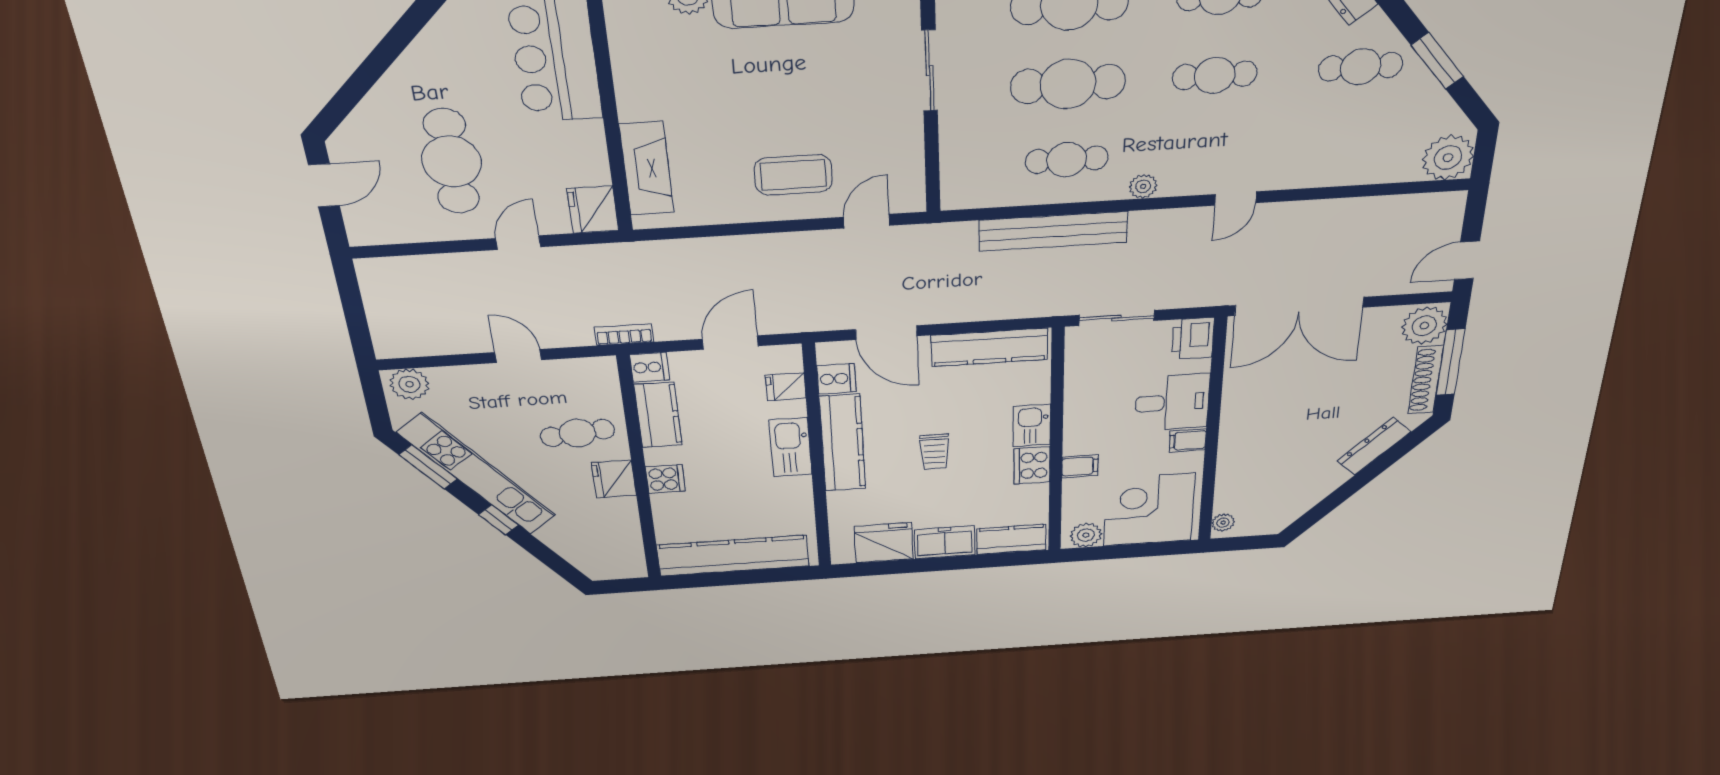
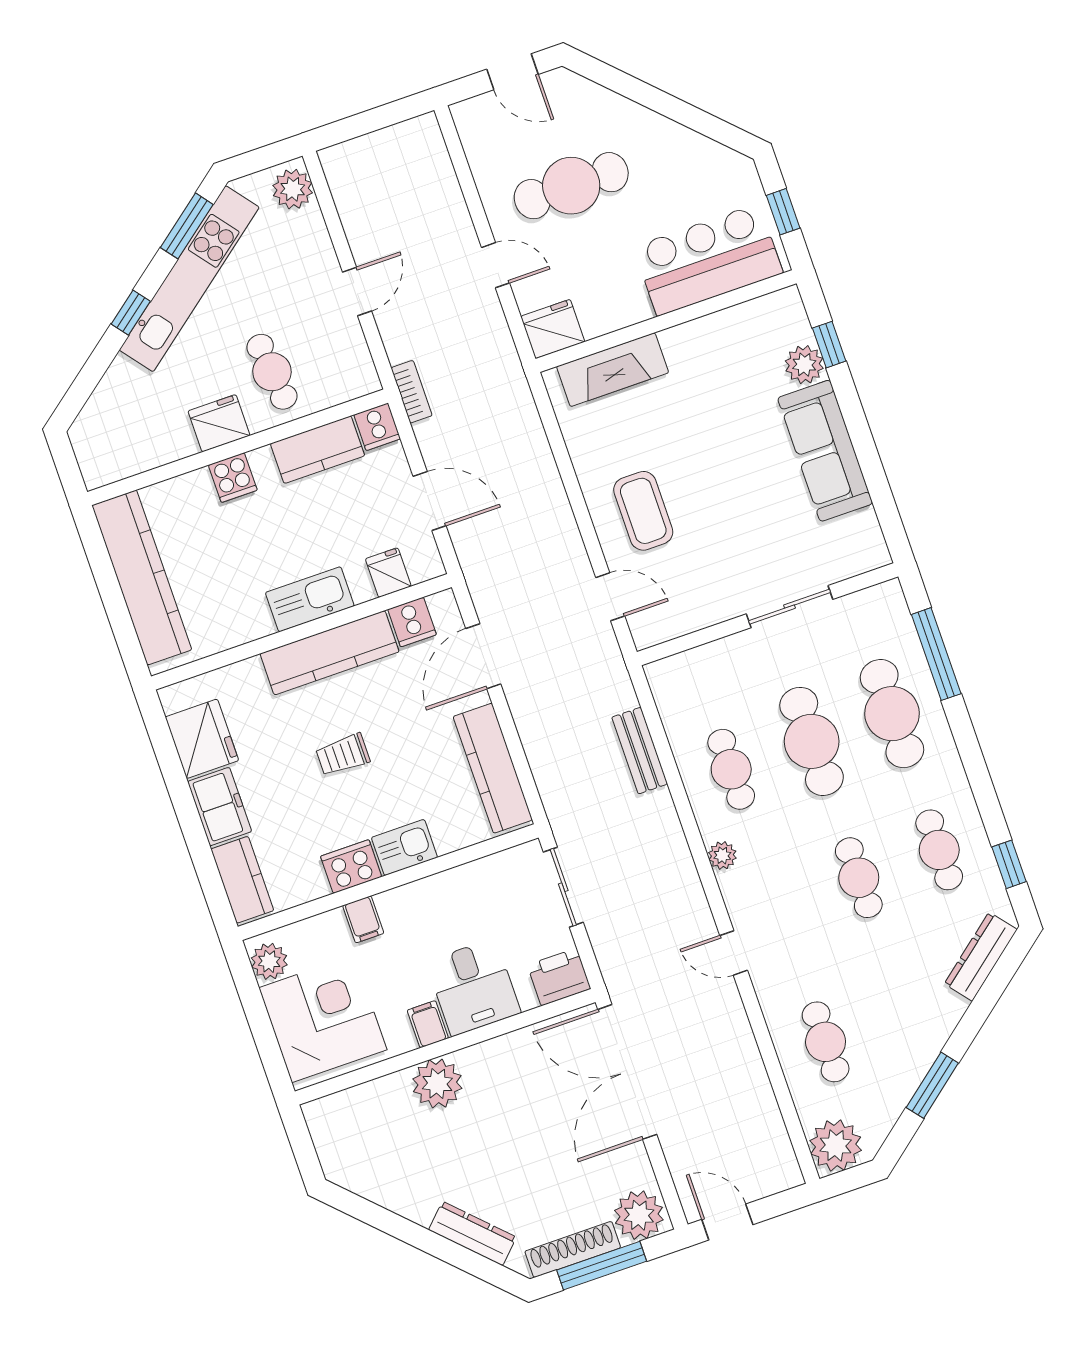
cafe table: (1361, 67) -> (826, 1042), moved
bench: (1053, 231) -> (640, 751), width x0.54, depth x0.82
plant: (1223, 523) -> (437, 1084), moved, width x1.87, depth x1.87

